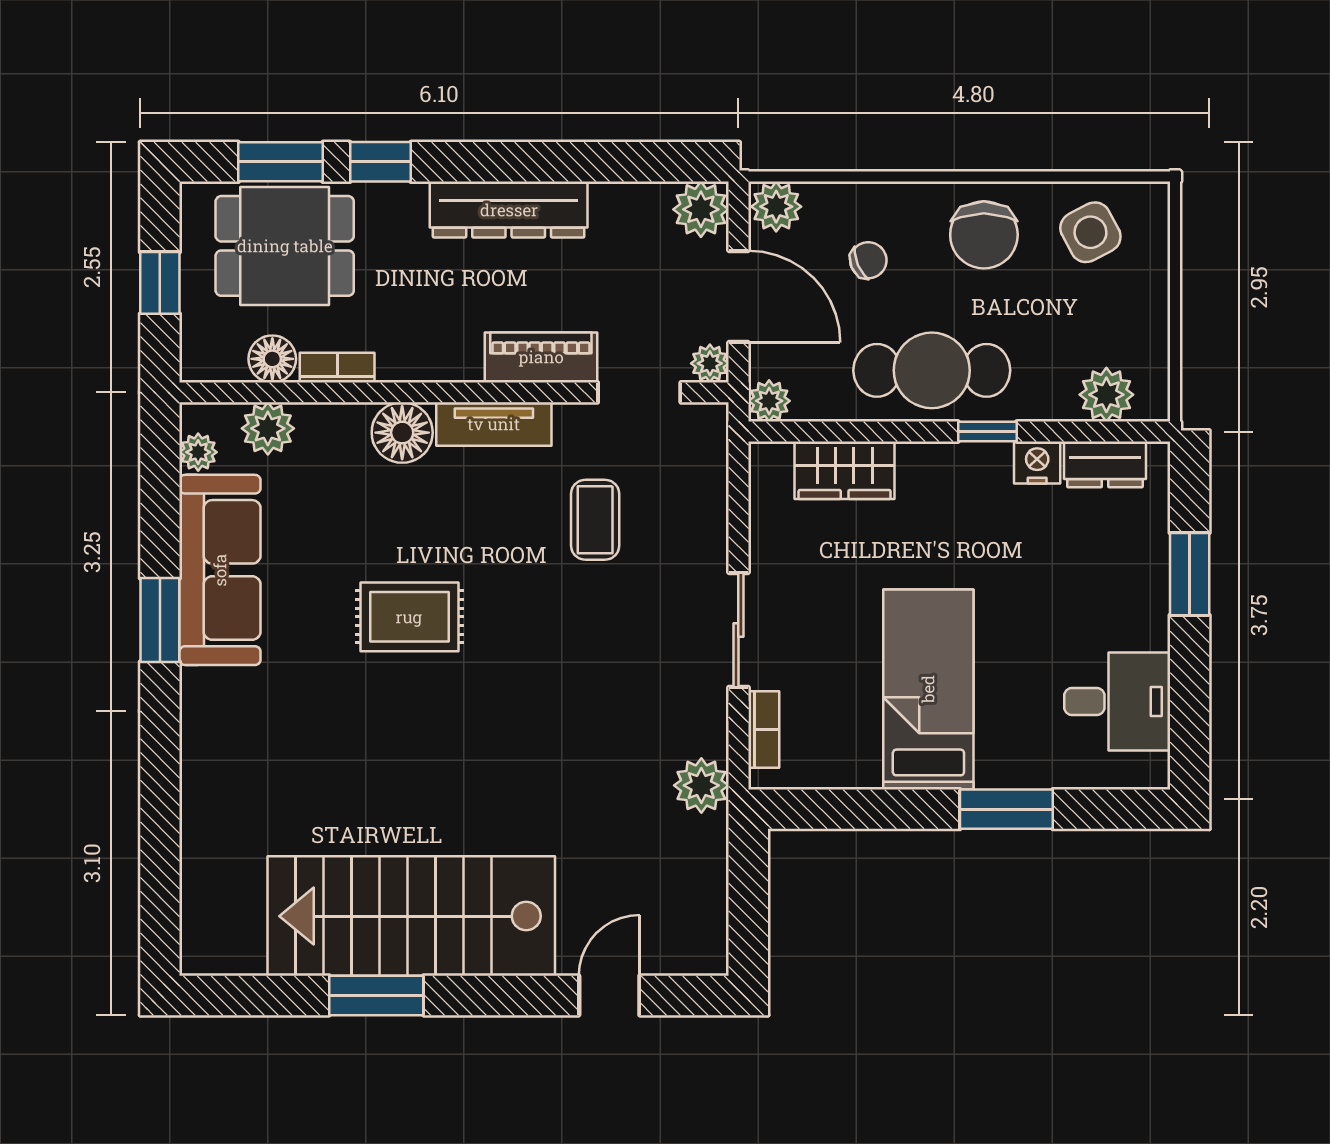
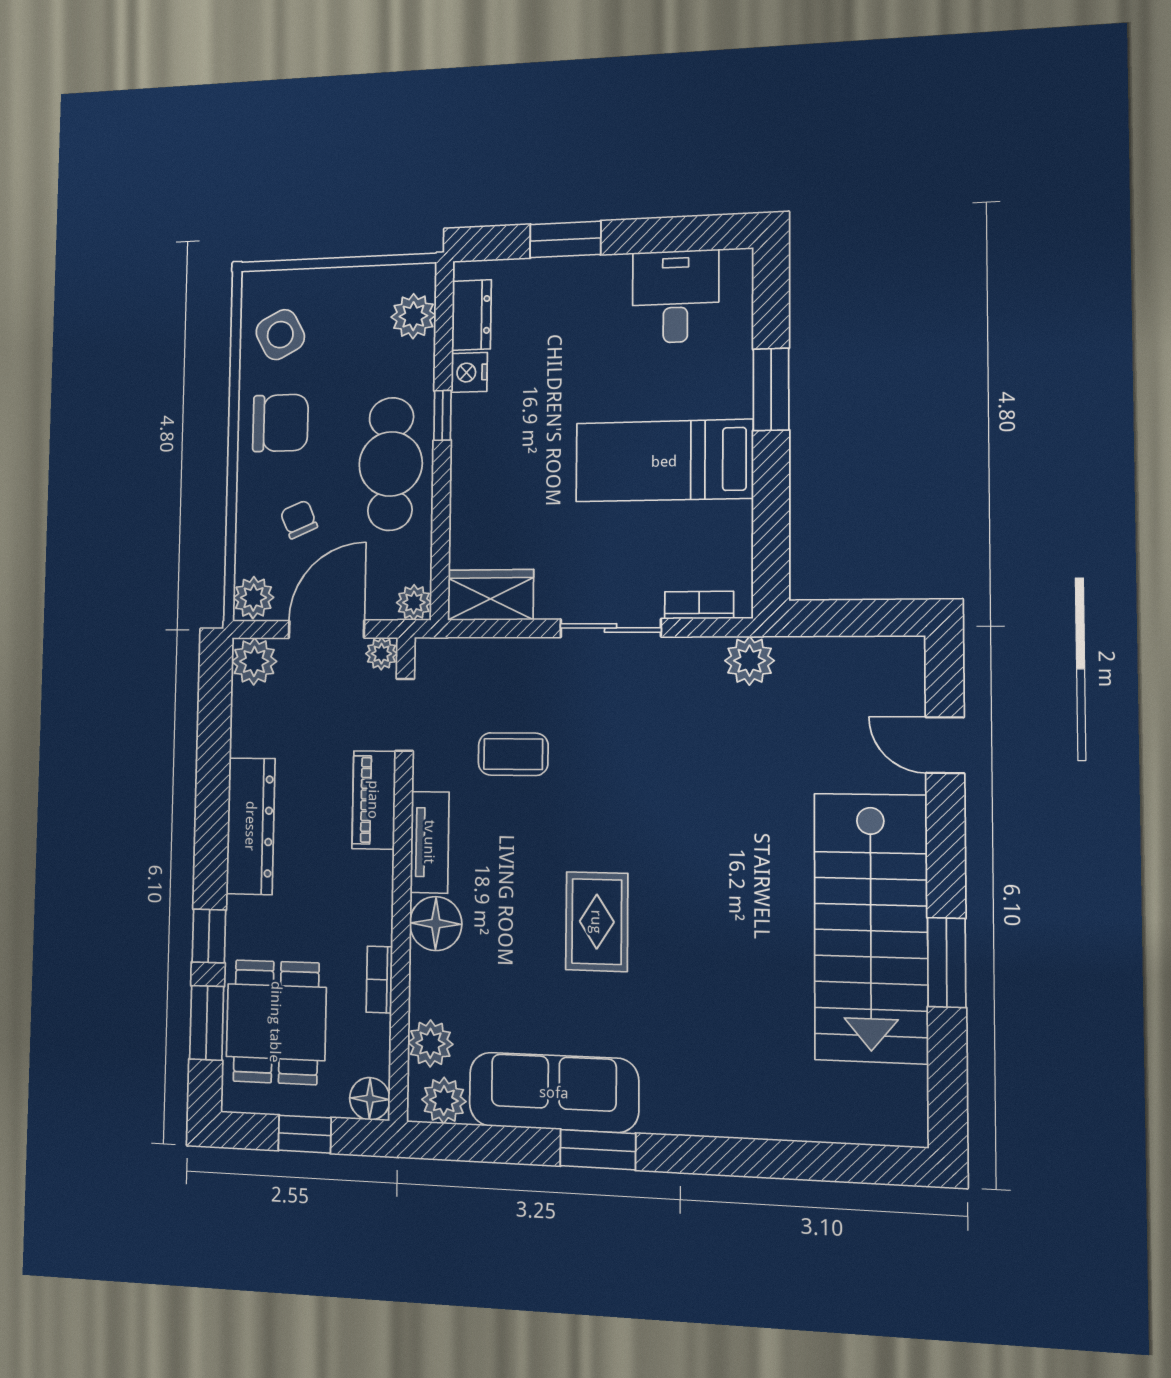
floor lamp: (272, 359) -> (370, 1099), moved
plant: (198, 452) -> (444, 1100), width x1.38, depth x1.38
wardrobe: (845, 470) -> (491, 595), moved, turned -90

